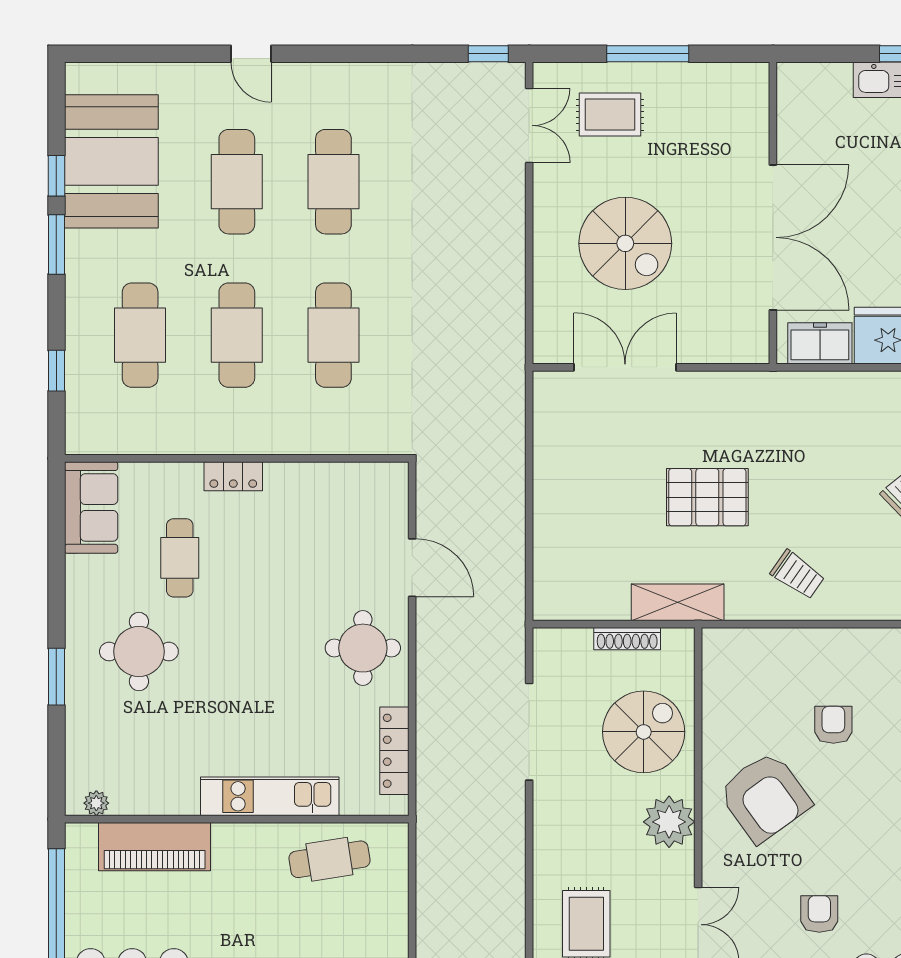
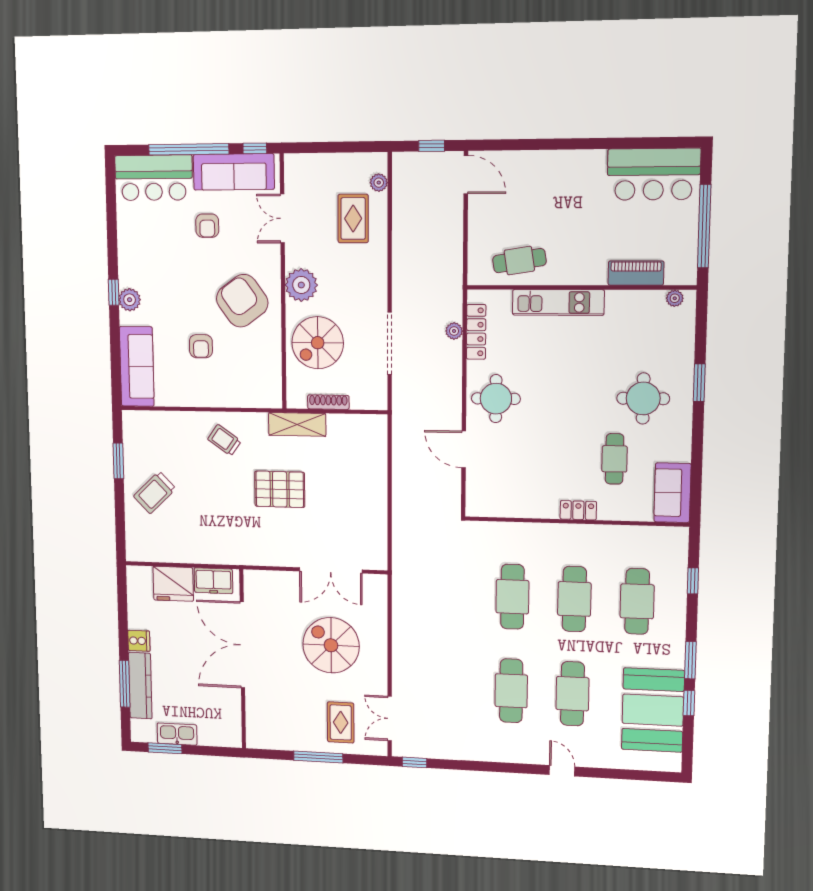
rug: (610, 115) -> (341, 722), turned 90
plant: (429, 752) -> (454, 331), added
piano: (155, 847) -> (636, 273), width x0.73, depth x0.75

